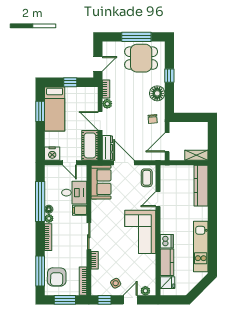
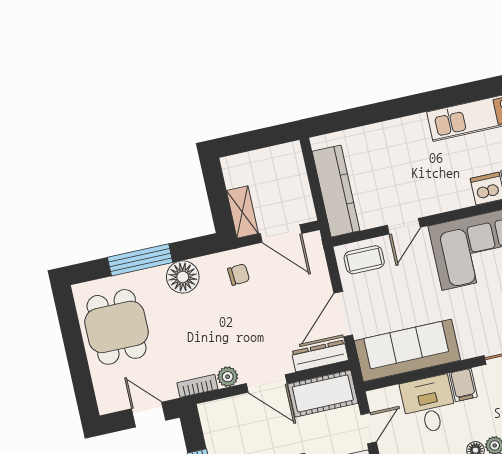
window: (136, 37) -> (74, 347), removed
window: (169, 76) -> (140, 260), width x2.17
door: (100, 121) -> (267, 383), hinge flipped
shelving: (196, 155) -> (242, 212), moved
sofa: (101, 182) -> (407, 350), width x1.36
kitchen counter: (201, 186) -> (336, 191), moved, turned -90
door: (158, 199) -> (404, 226), hinge flipped

